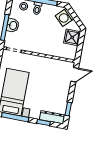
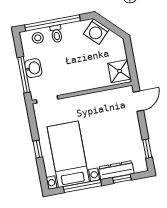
shower: (72, 37) -> (120, 71), moved
dresser: (52, 117) -> (116, 170), moved

